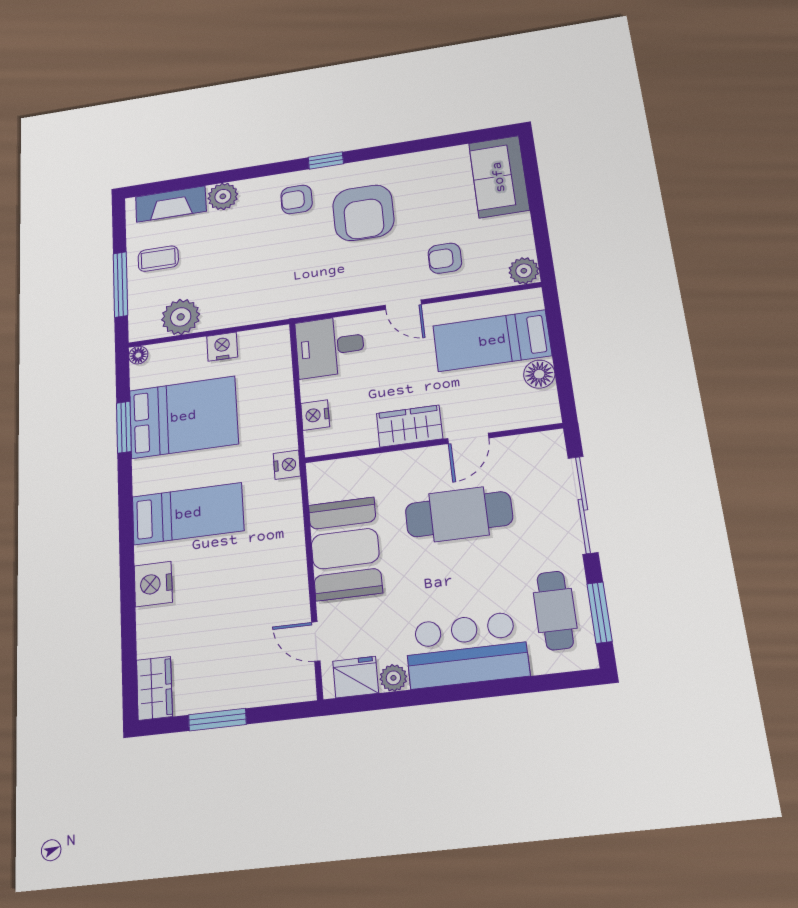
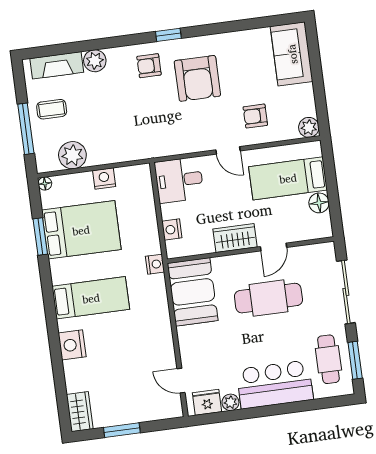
booth: (345, 549) -> (193, 292), moved

